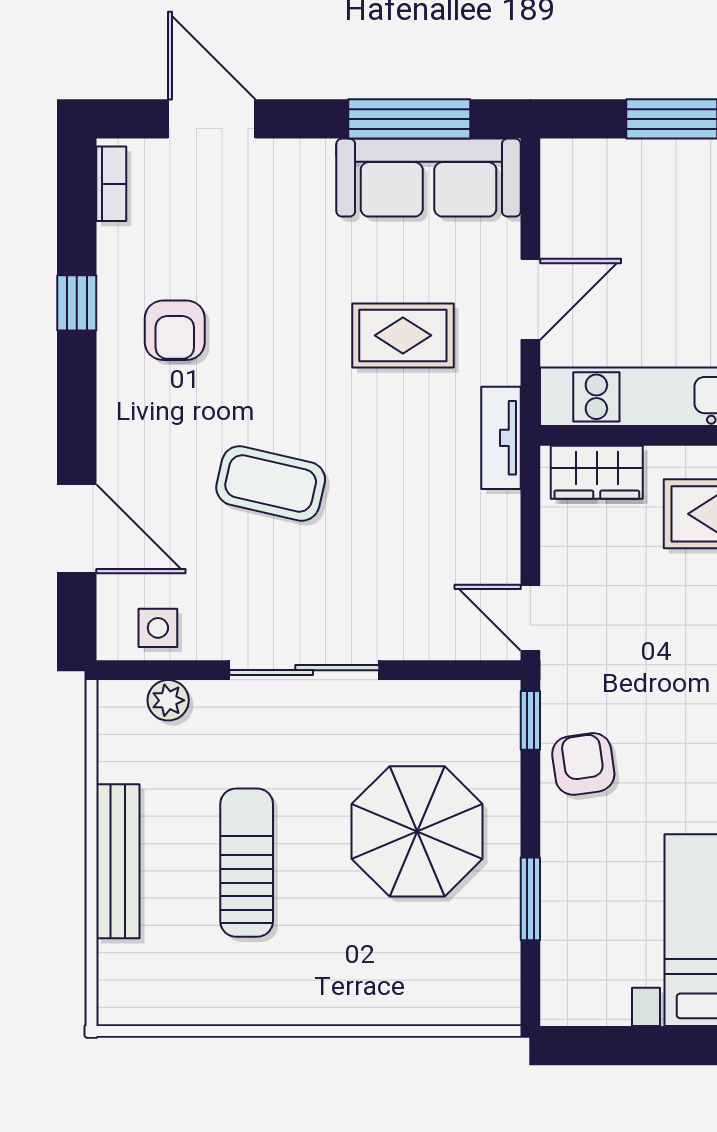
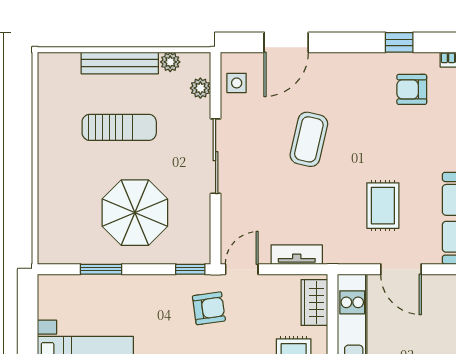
armchair: (175, 330) -> (412, 89), moved
tv unit: (501, 438) -> (297, 255), moved
plant: (116, 761) -> (170, 62), added
armchair: (583, 764) -> (209, 308), moved

